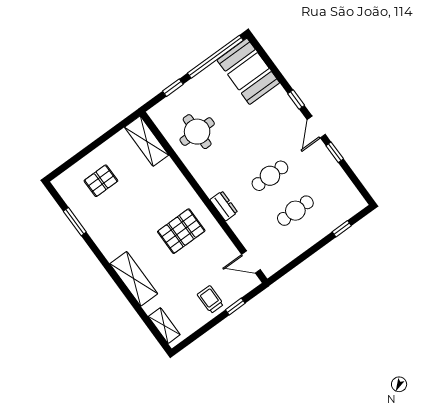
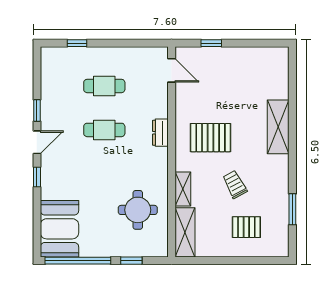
trolley: (210, 299) -> (235, 184), moved, turned 152
shelving: (164, 326) -> (183, 189), moved

